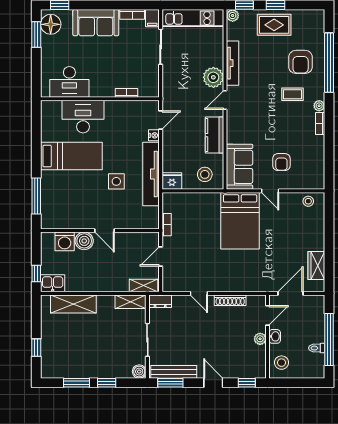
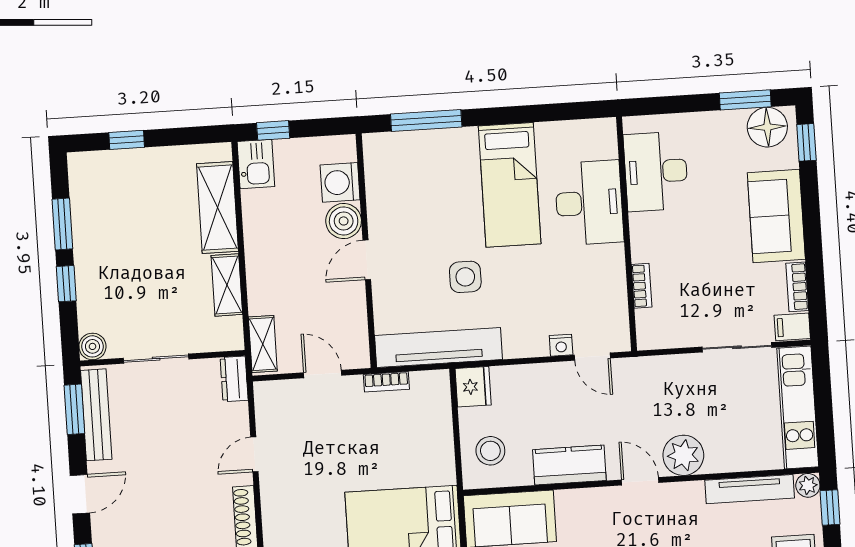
tv unit: (233, 63) -> (750, 489), moved
tv unit: (151, 174) -> (439, 347), moved
shelving: (131, 302) -> (227, 285), moved

